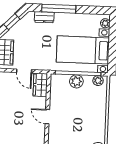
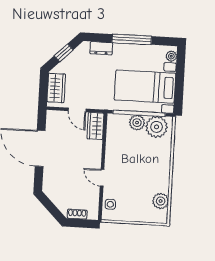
window: (59, 9) -> (132, 39), moved
plant: (98, 81) -> (157, 127), width x1.87, depth x1.87
door: (47, 117) -> (102, 178), moved

